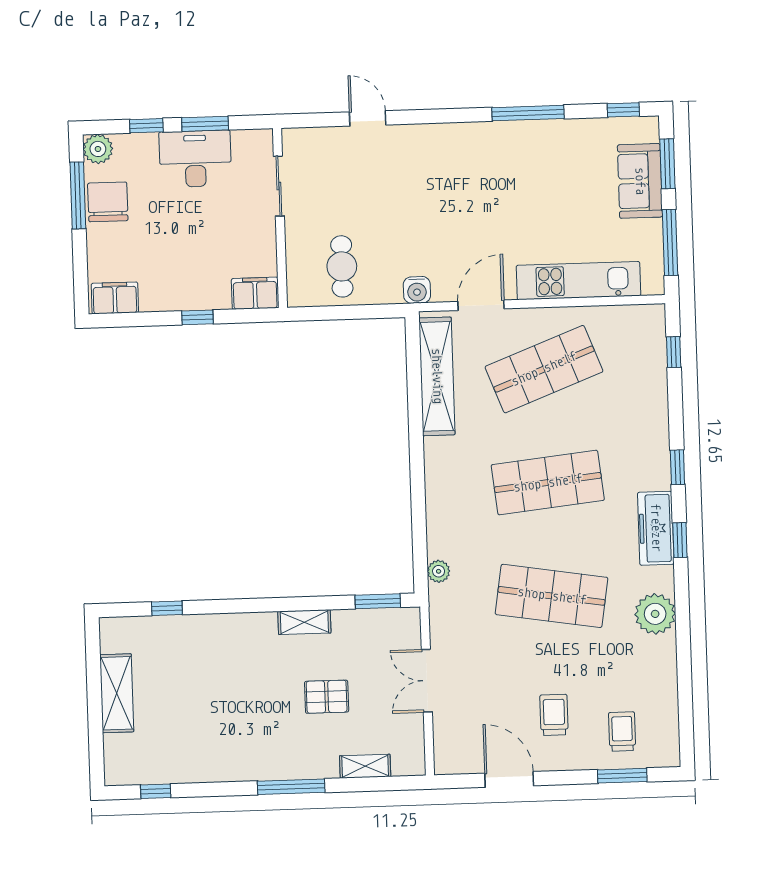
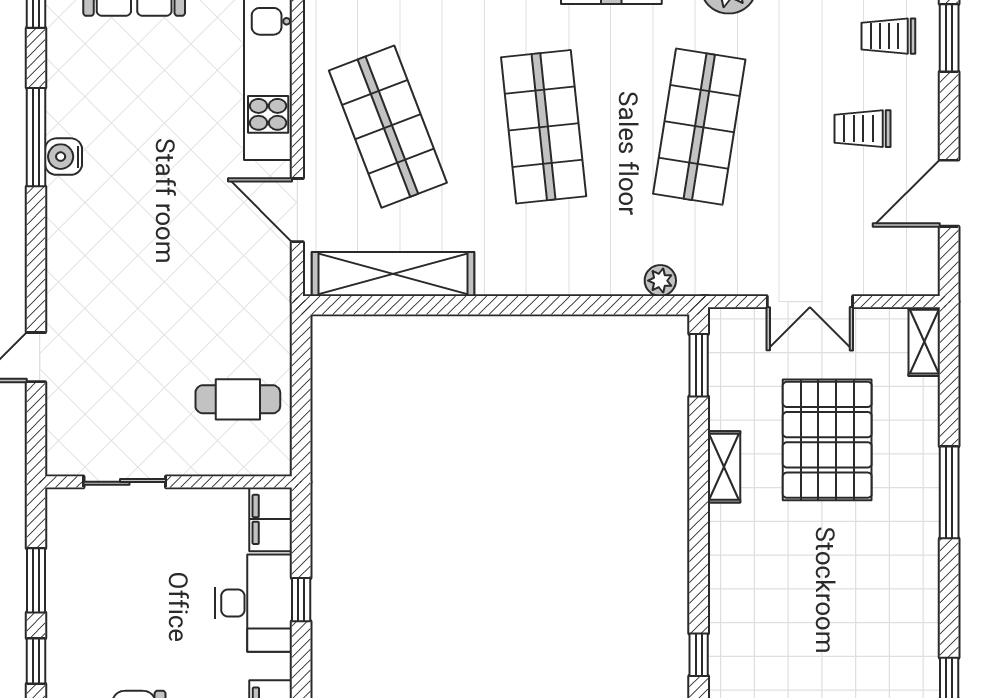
desk: (195, 159) -> (254, 603), moved, turned 180
water cooler: (417, 290) -> (64, 157), moved, turned 180
pallet: (327, 697) -> (827, 440), width x2.05, depth x2.00
shelving: (365, 766) -> (924, 342), moved

